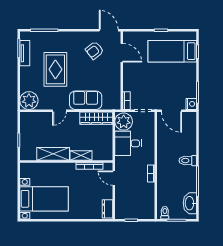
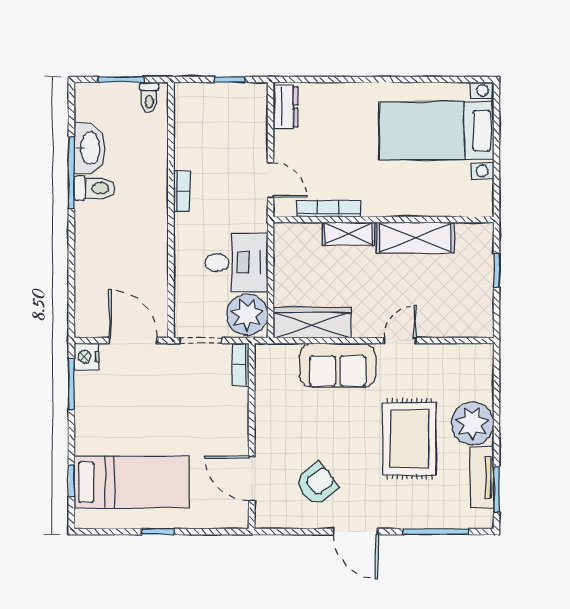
door: (109, 30) -> (356, 532), moved
plant: (29, 101) -> (472, 423), moved
toilet: (188, 161) -> (95, 188), moved
washbasin: (190, 203) -> (90, 148), moved

